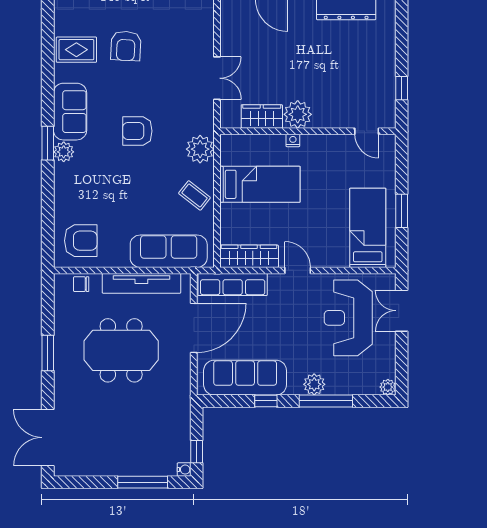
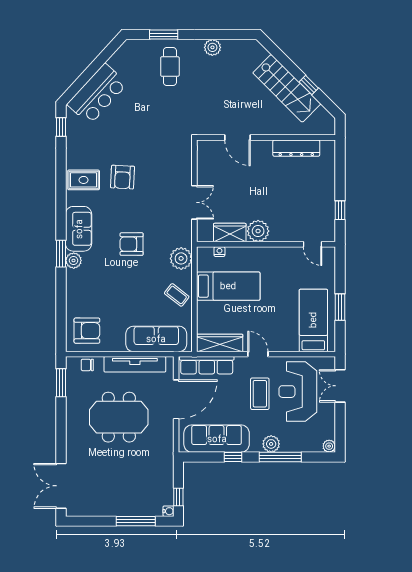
nightstand: (293, 140) -> (219, 252), moved
coffee table: (300, 321) -> (260, 394), added
window: (48, 353) -> (61, 383), moved

